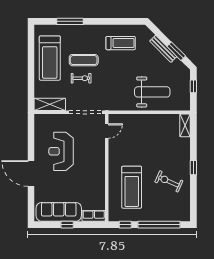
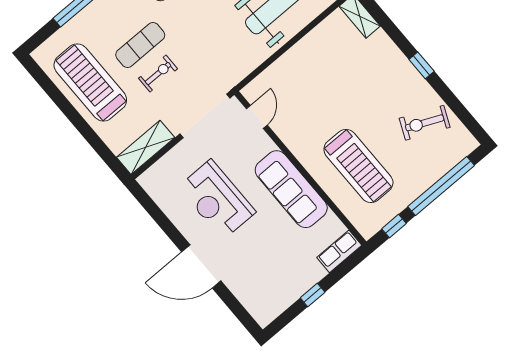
treadmill: (50, 58) -> (90, 82), turned 180
exercise bike: (169, 181) -> (425, 123), moved
sofa: (59, 212) -> (291, 189), moved, turned -90

